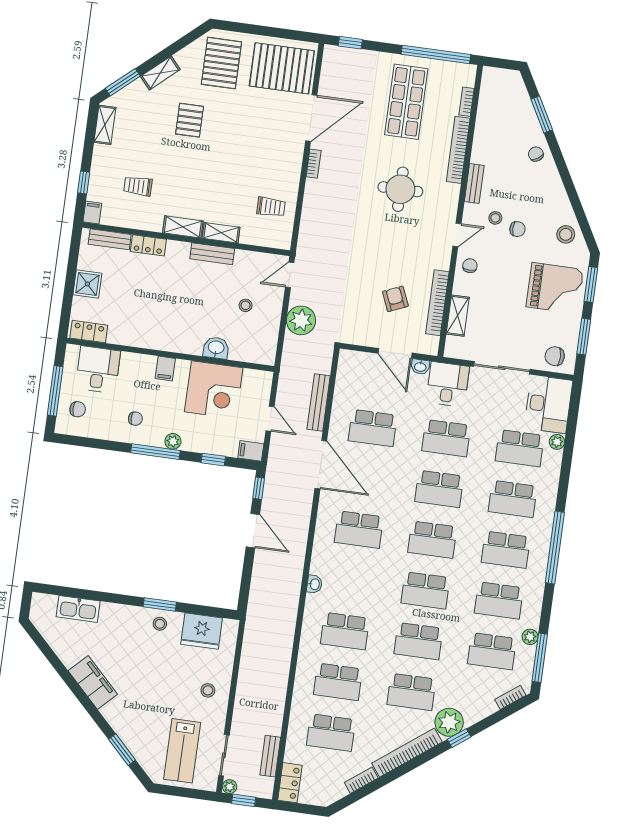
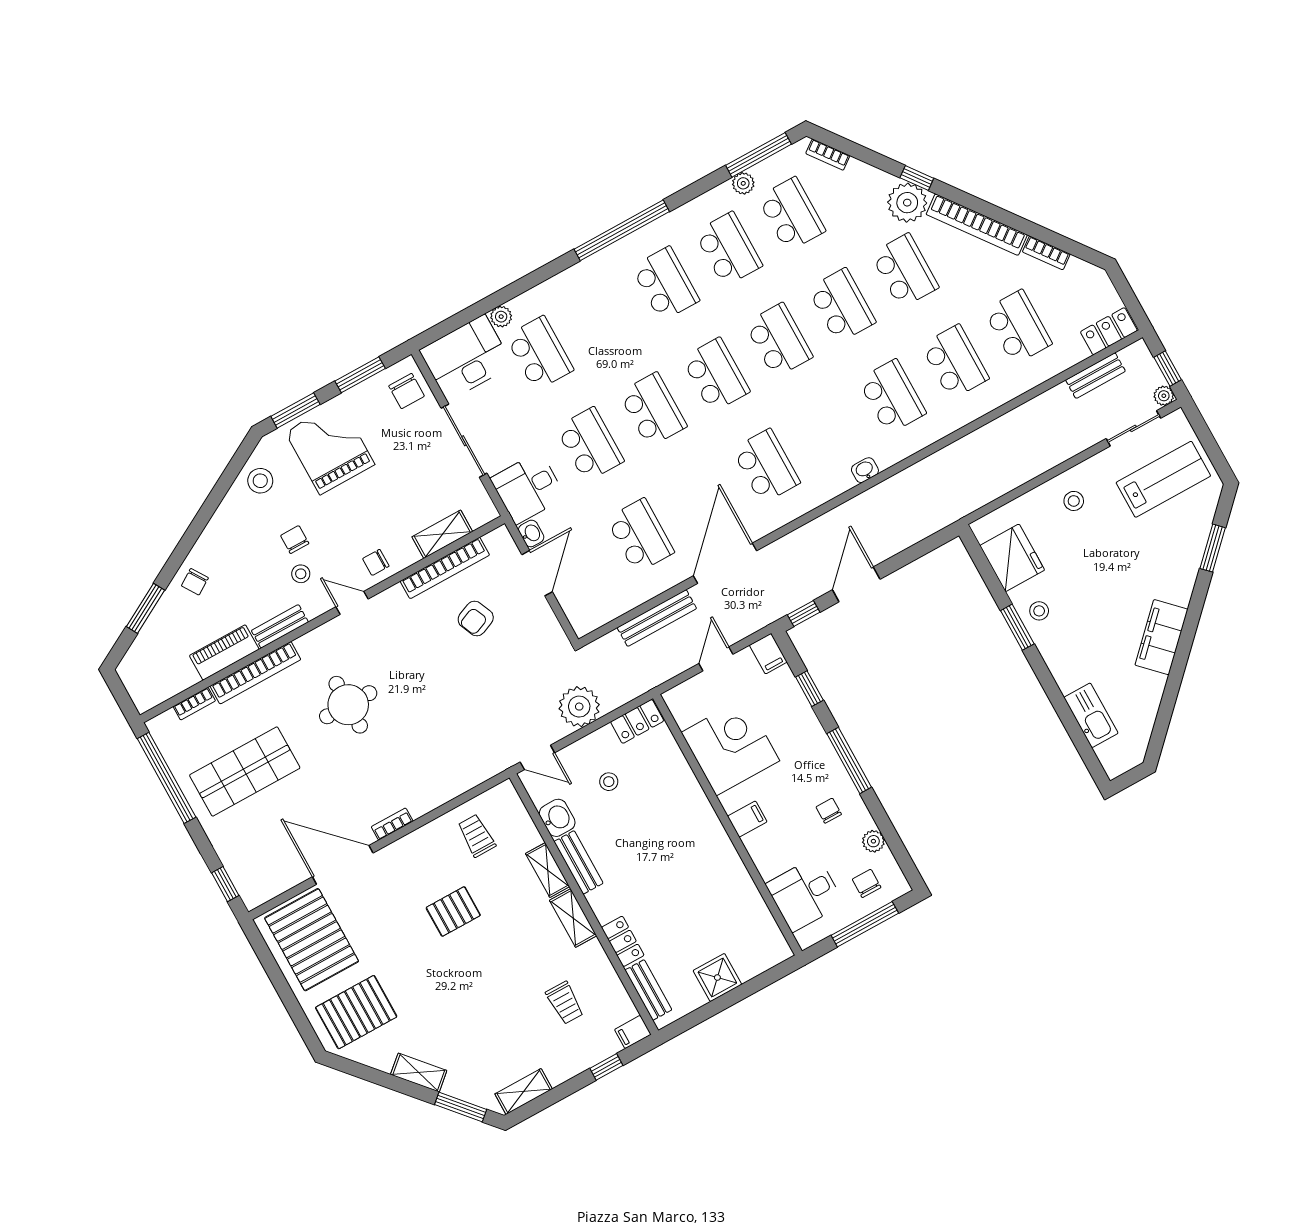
pallet: (190, 120) -> (453, 911), moved
piano: (483, 141) -> (224, 652), added
locker: (89, 332) -> (637, 721), moved, turned -90
washbasin: (216, 348) -> (557, 818), moved, turned 180
plant: (173, 441) -> (873, 841), moved
school desk: (513, 499) -> (602, 318), removed

